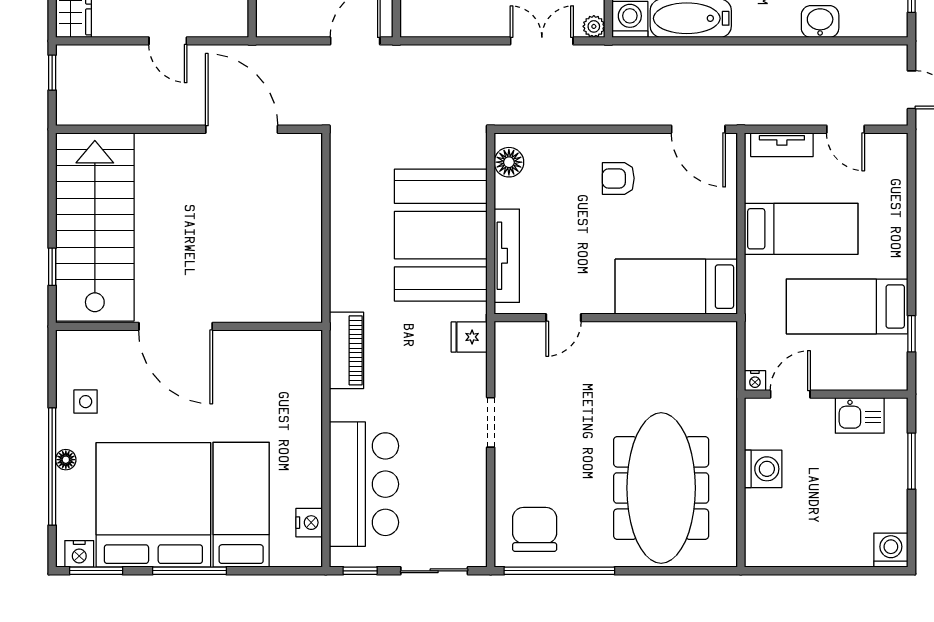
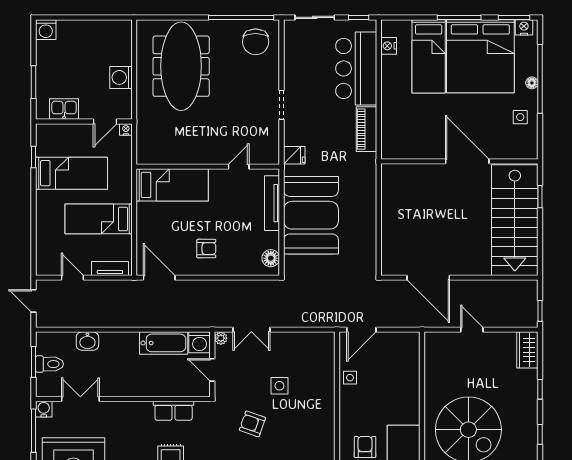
piano: (346, 350) -> (367, 129), moved

